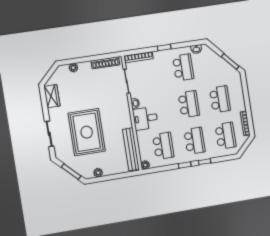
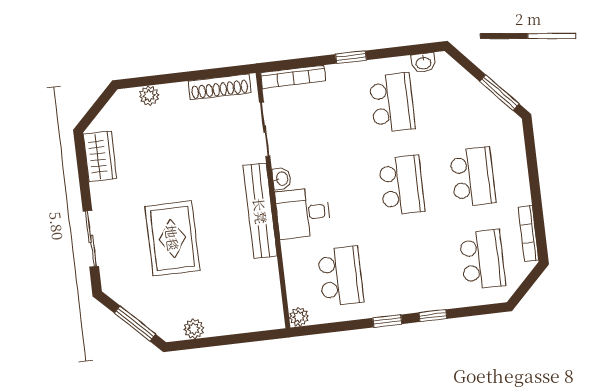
rug: (87, 132) -> (172, 238), width x0.73, depth x0.69
school desk: (195, 141) -> (411, 268), removed
bench: (131, 149) -> (260, 211), moved

